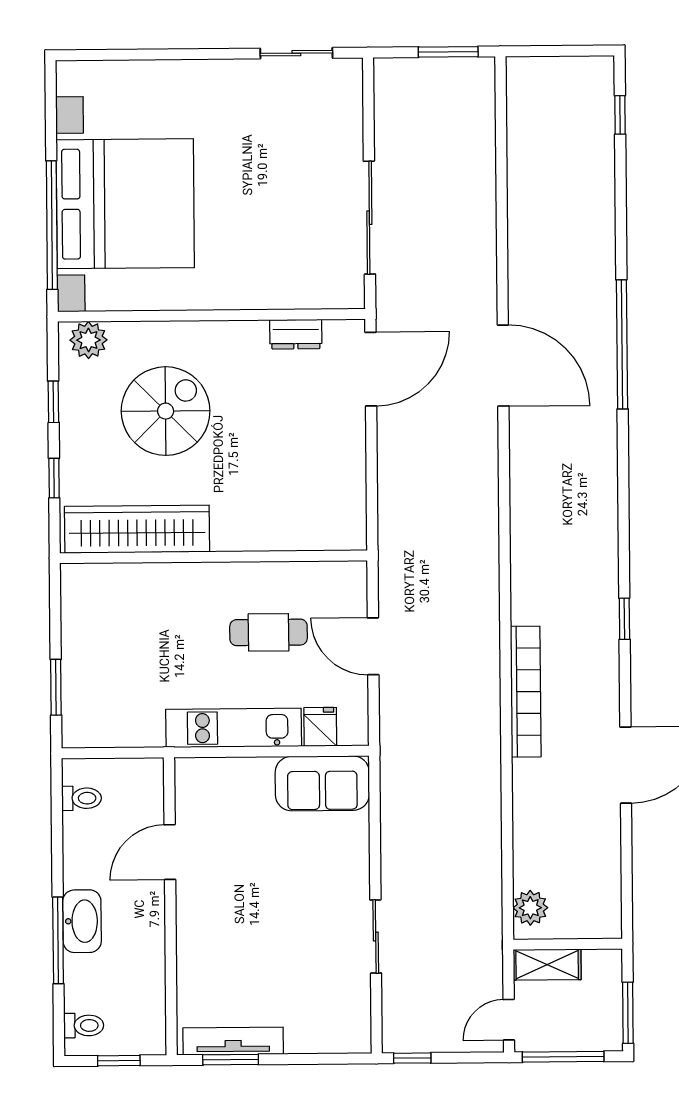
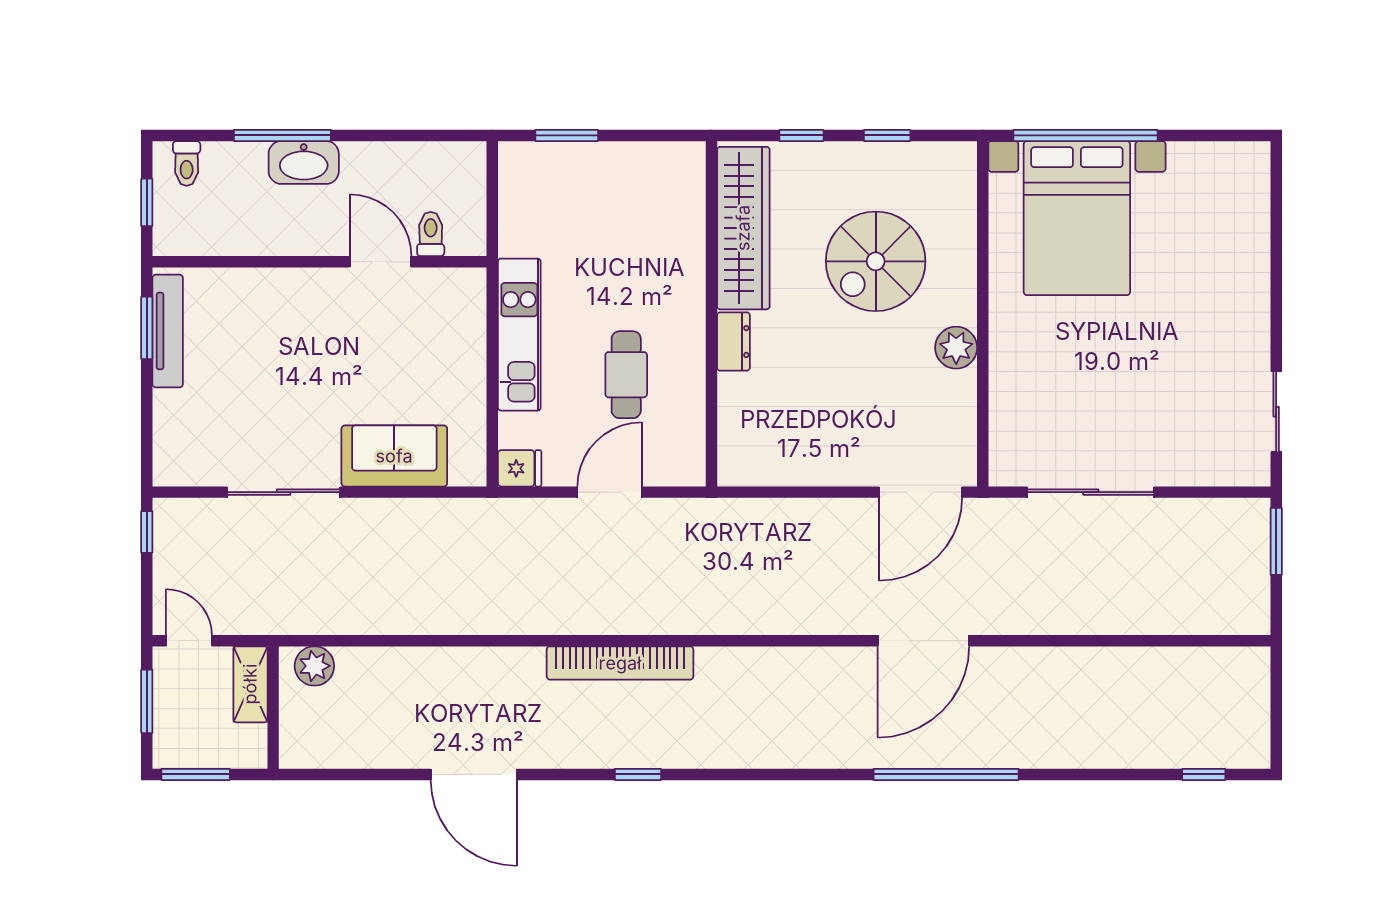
window: (448, 52) -> (1276, 541), moved
bed with nightstands: (125, 204) -> (1077, 218), width x0.73
dresser: (296, 334) -> (733, 342), moved, turned 180
plant: (88, 340) -> (956, 348), moved
door: (371, 369) -> (921, 492), hinge flipped
spiral stairs: (166, 411) -> (876, 261), turned 90
bookcase: (526, 692) -> (620, 663), moved
fridge: (320, 727) -> (520, 468), moved
sofa: (322, 783) -> (394, 456), moved, turned 90
toilet: (82, 798) -> (431, 234), moved, turned 180
sliding door: (376, 937) -> (284, 492), width x1.37
window: (563, 1057) -> (147, 701), width x0.69

